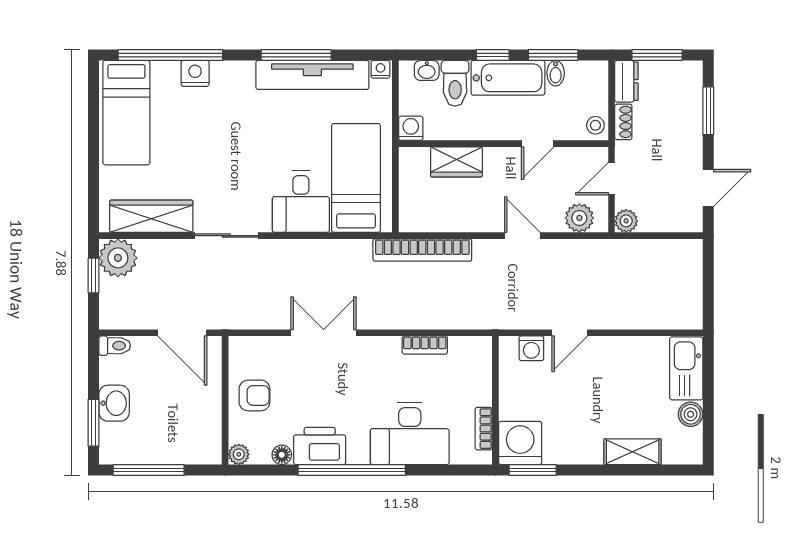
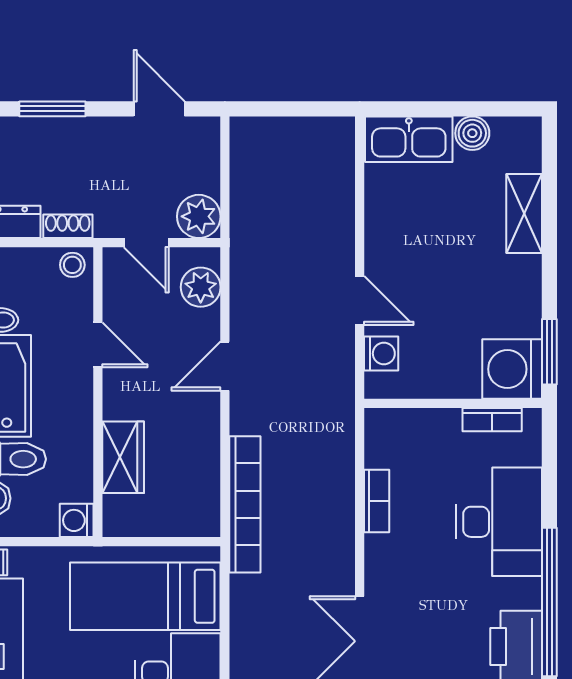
plant: (626, 221) -> (199, 216), width x1.38, depth x1.38

